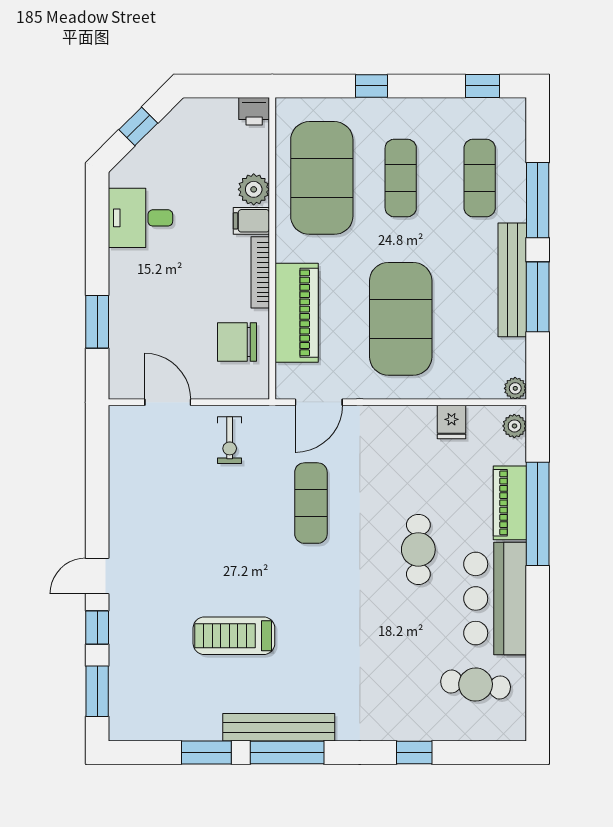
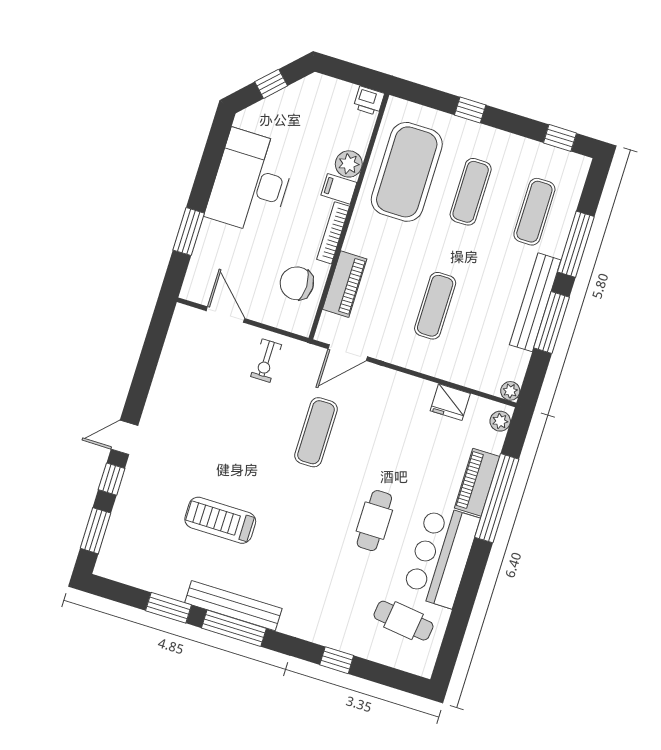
desk: (140, 218) -> (251, 182), width x1.87, depth x1.30
piano: (297, 313) -> (345, 284), width x0.73, depth x0.75
exercise mat: (401, 319) -> (435, 306), width x0.50, depth x0.69
fridge: (452, 422) -> (450, 402), width x1.38
cafe table: (418, 549) -> (374, 521), moved

